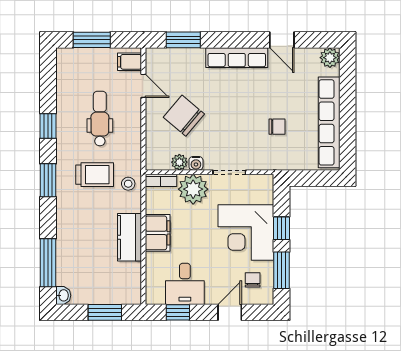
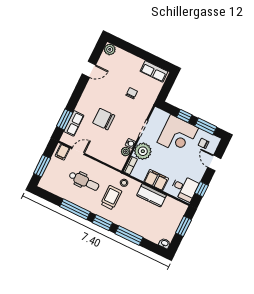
row of seats: (237, 58) -> (74, 123), moved, width x0.68
chair: (184, 116) -> (104, 119), moved, turned 50
dental chair: (100, 119) -> (84, 181), turned 180
row of seats: (329, 122) -> (154, 71), width x0.50
window: (48, 126) -> (75, 209), width x2.17
window: (48, 263) -> (129, 235), moved
desk: (185, 284) -> (184, 188), moved

